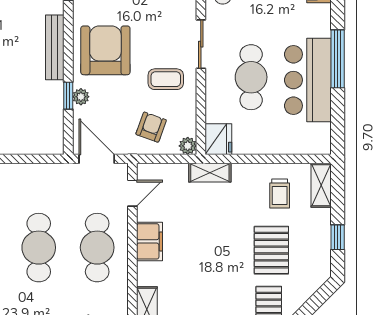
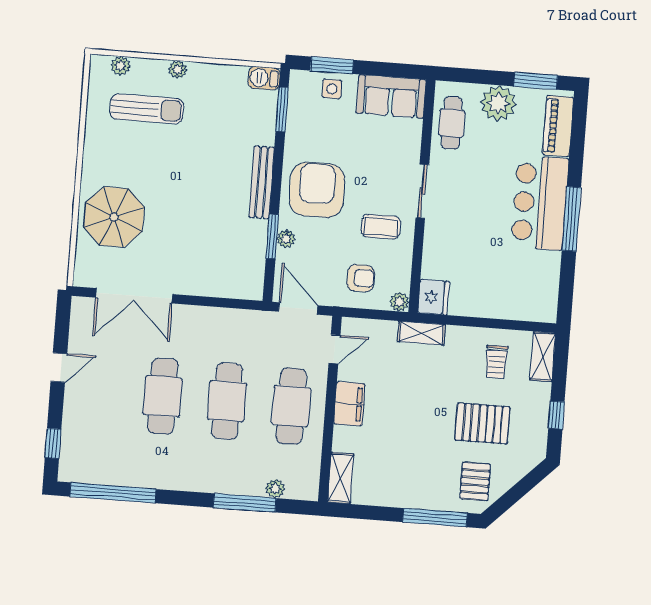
cafe table: (251, 77) -> (475, 232), removed
bar counter: (308, 80) -> (540, 203), moved
window: (68, 96) -> (272, 237), width x1.50
armchair: (151, 127) -> (361, 278), turned 70
pallet: (271, 250) -> (482, 423), turned 90

